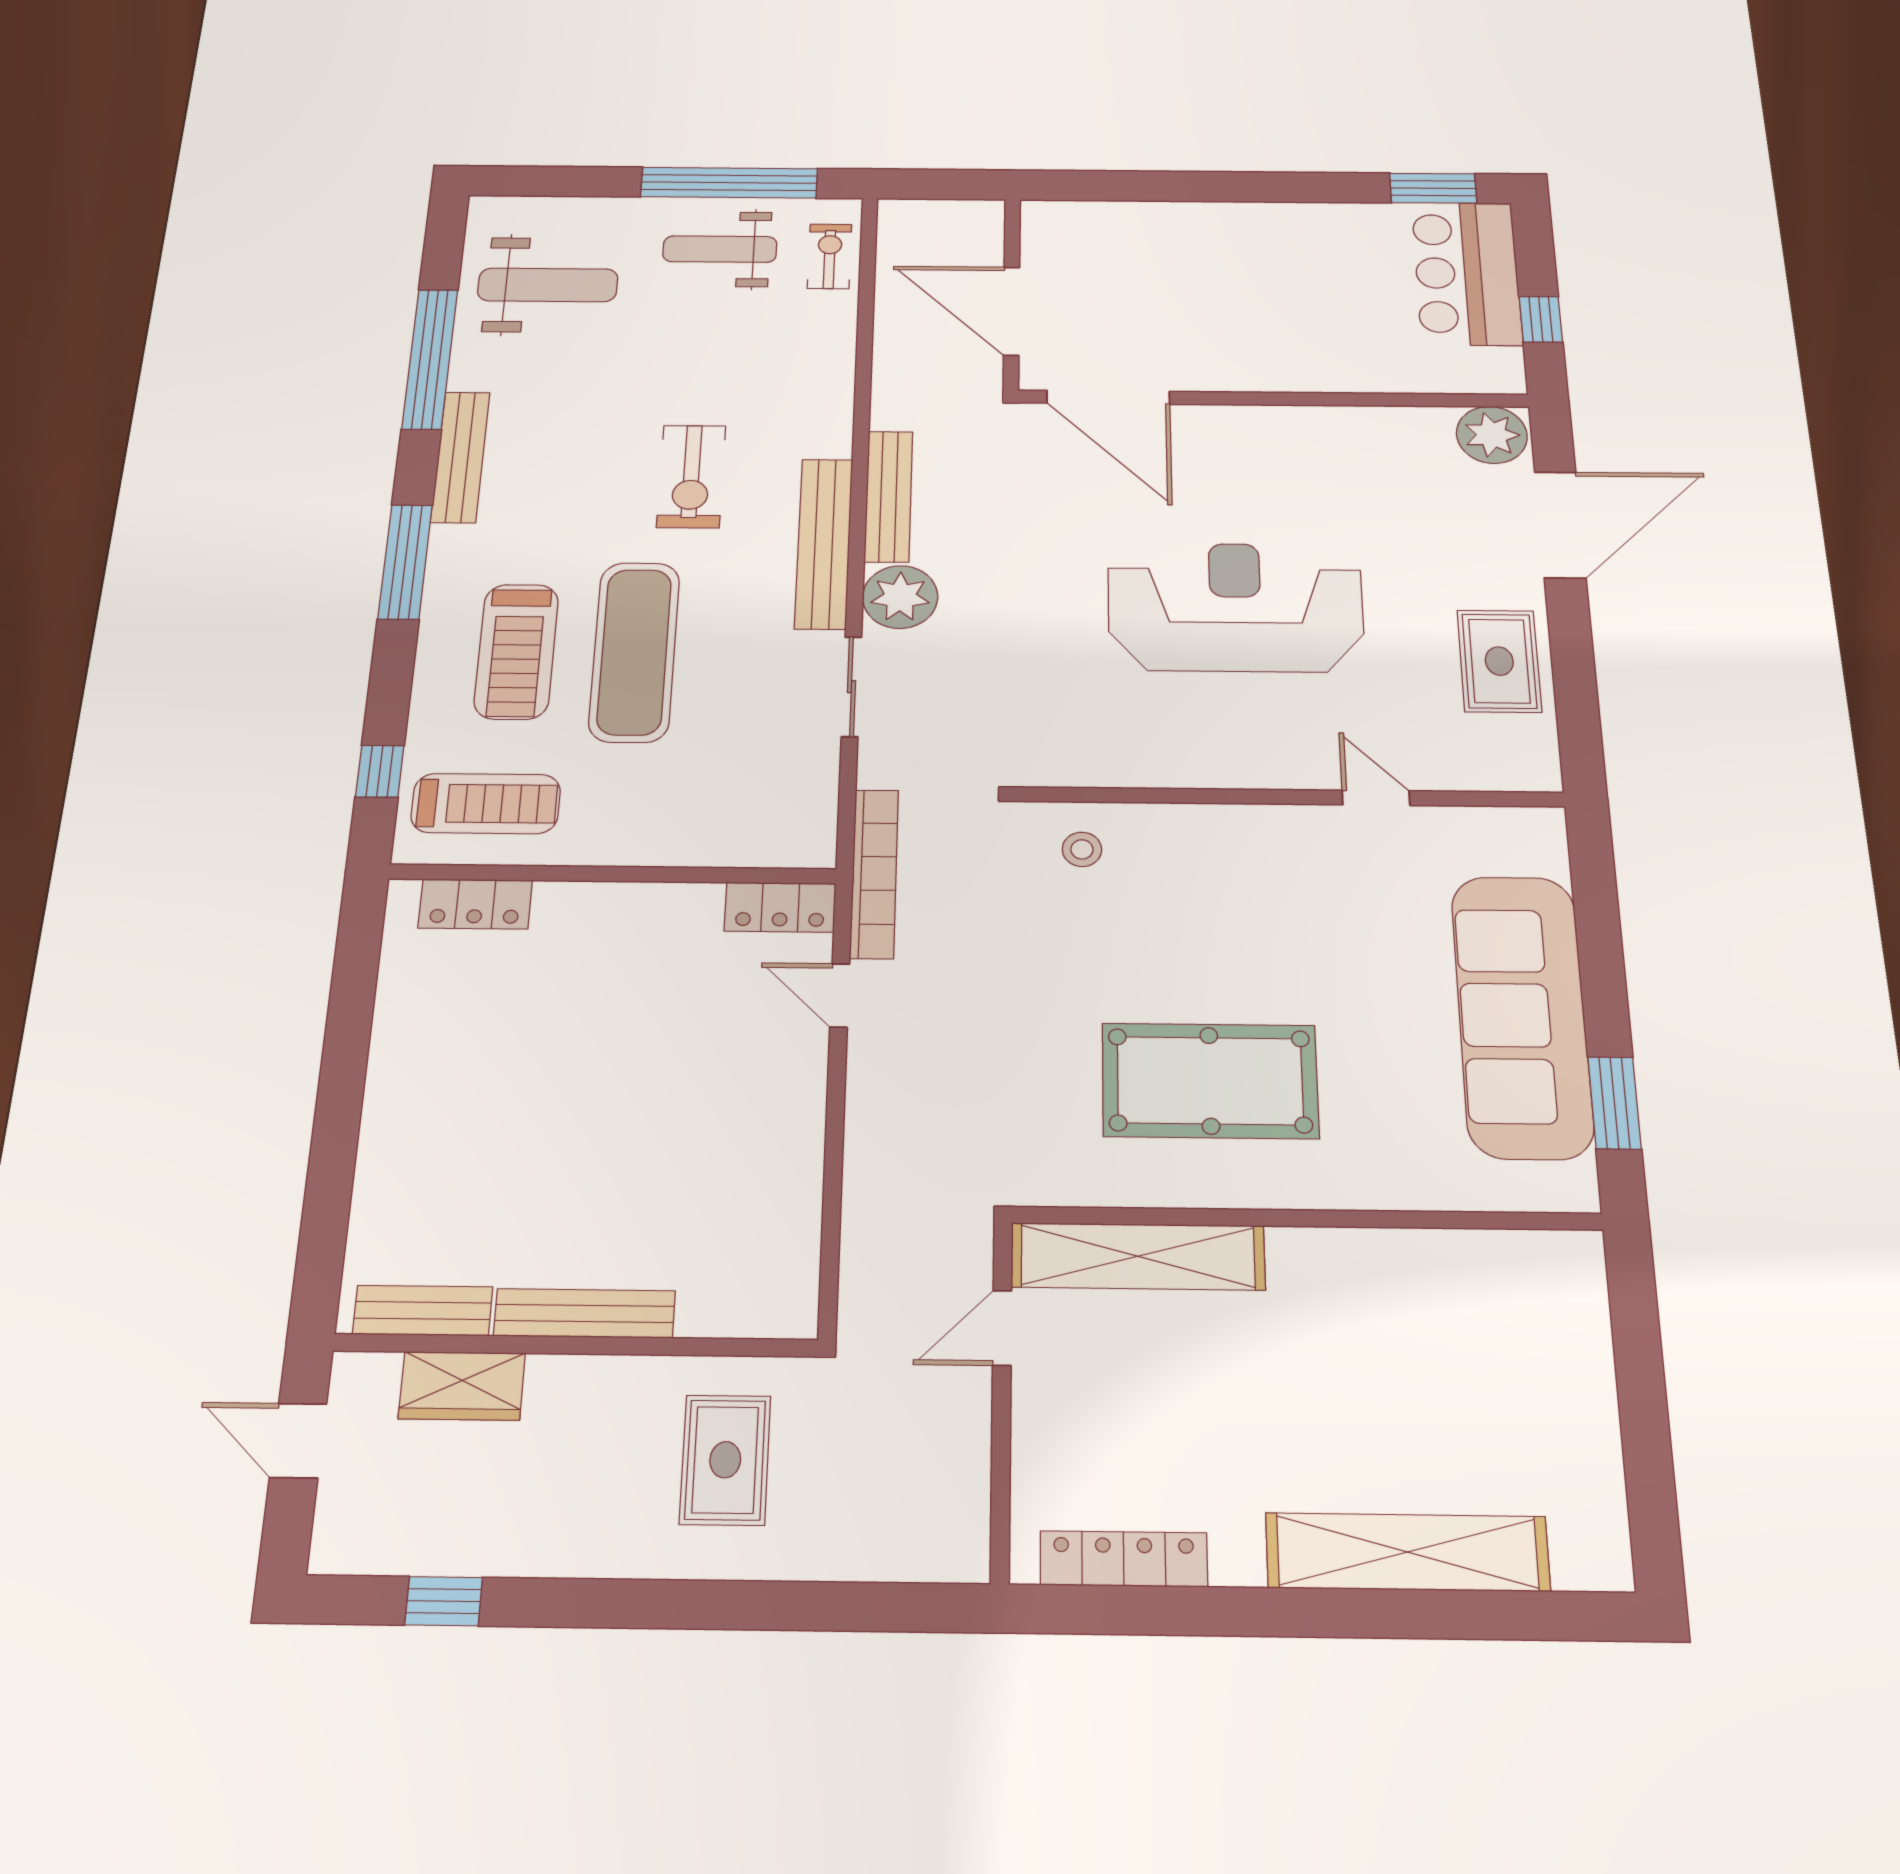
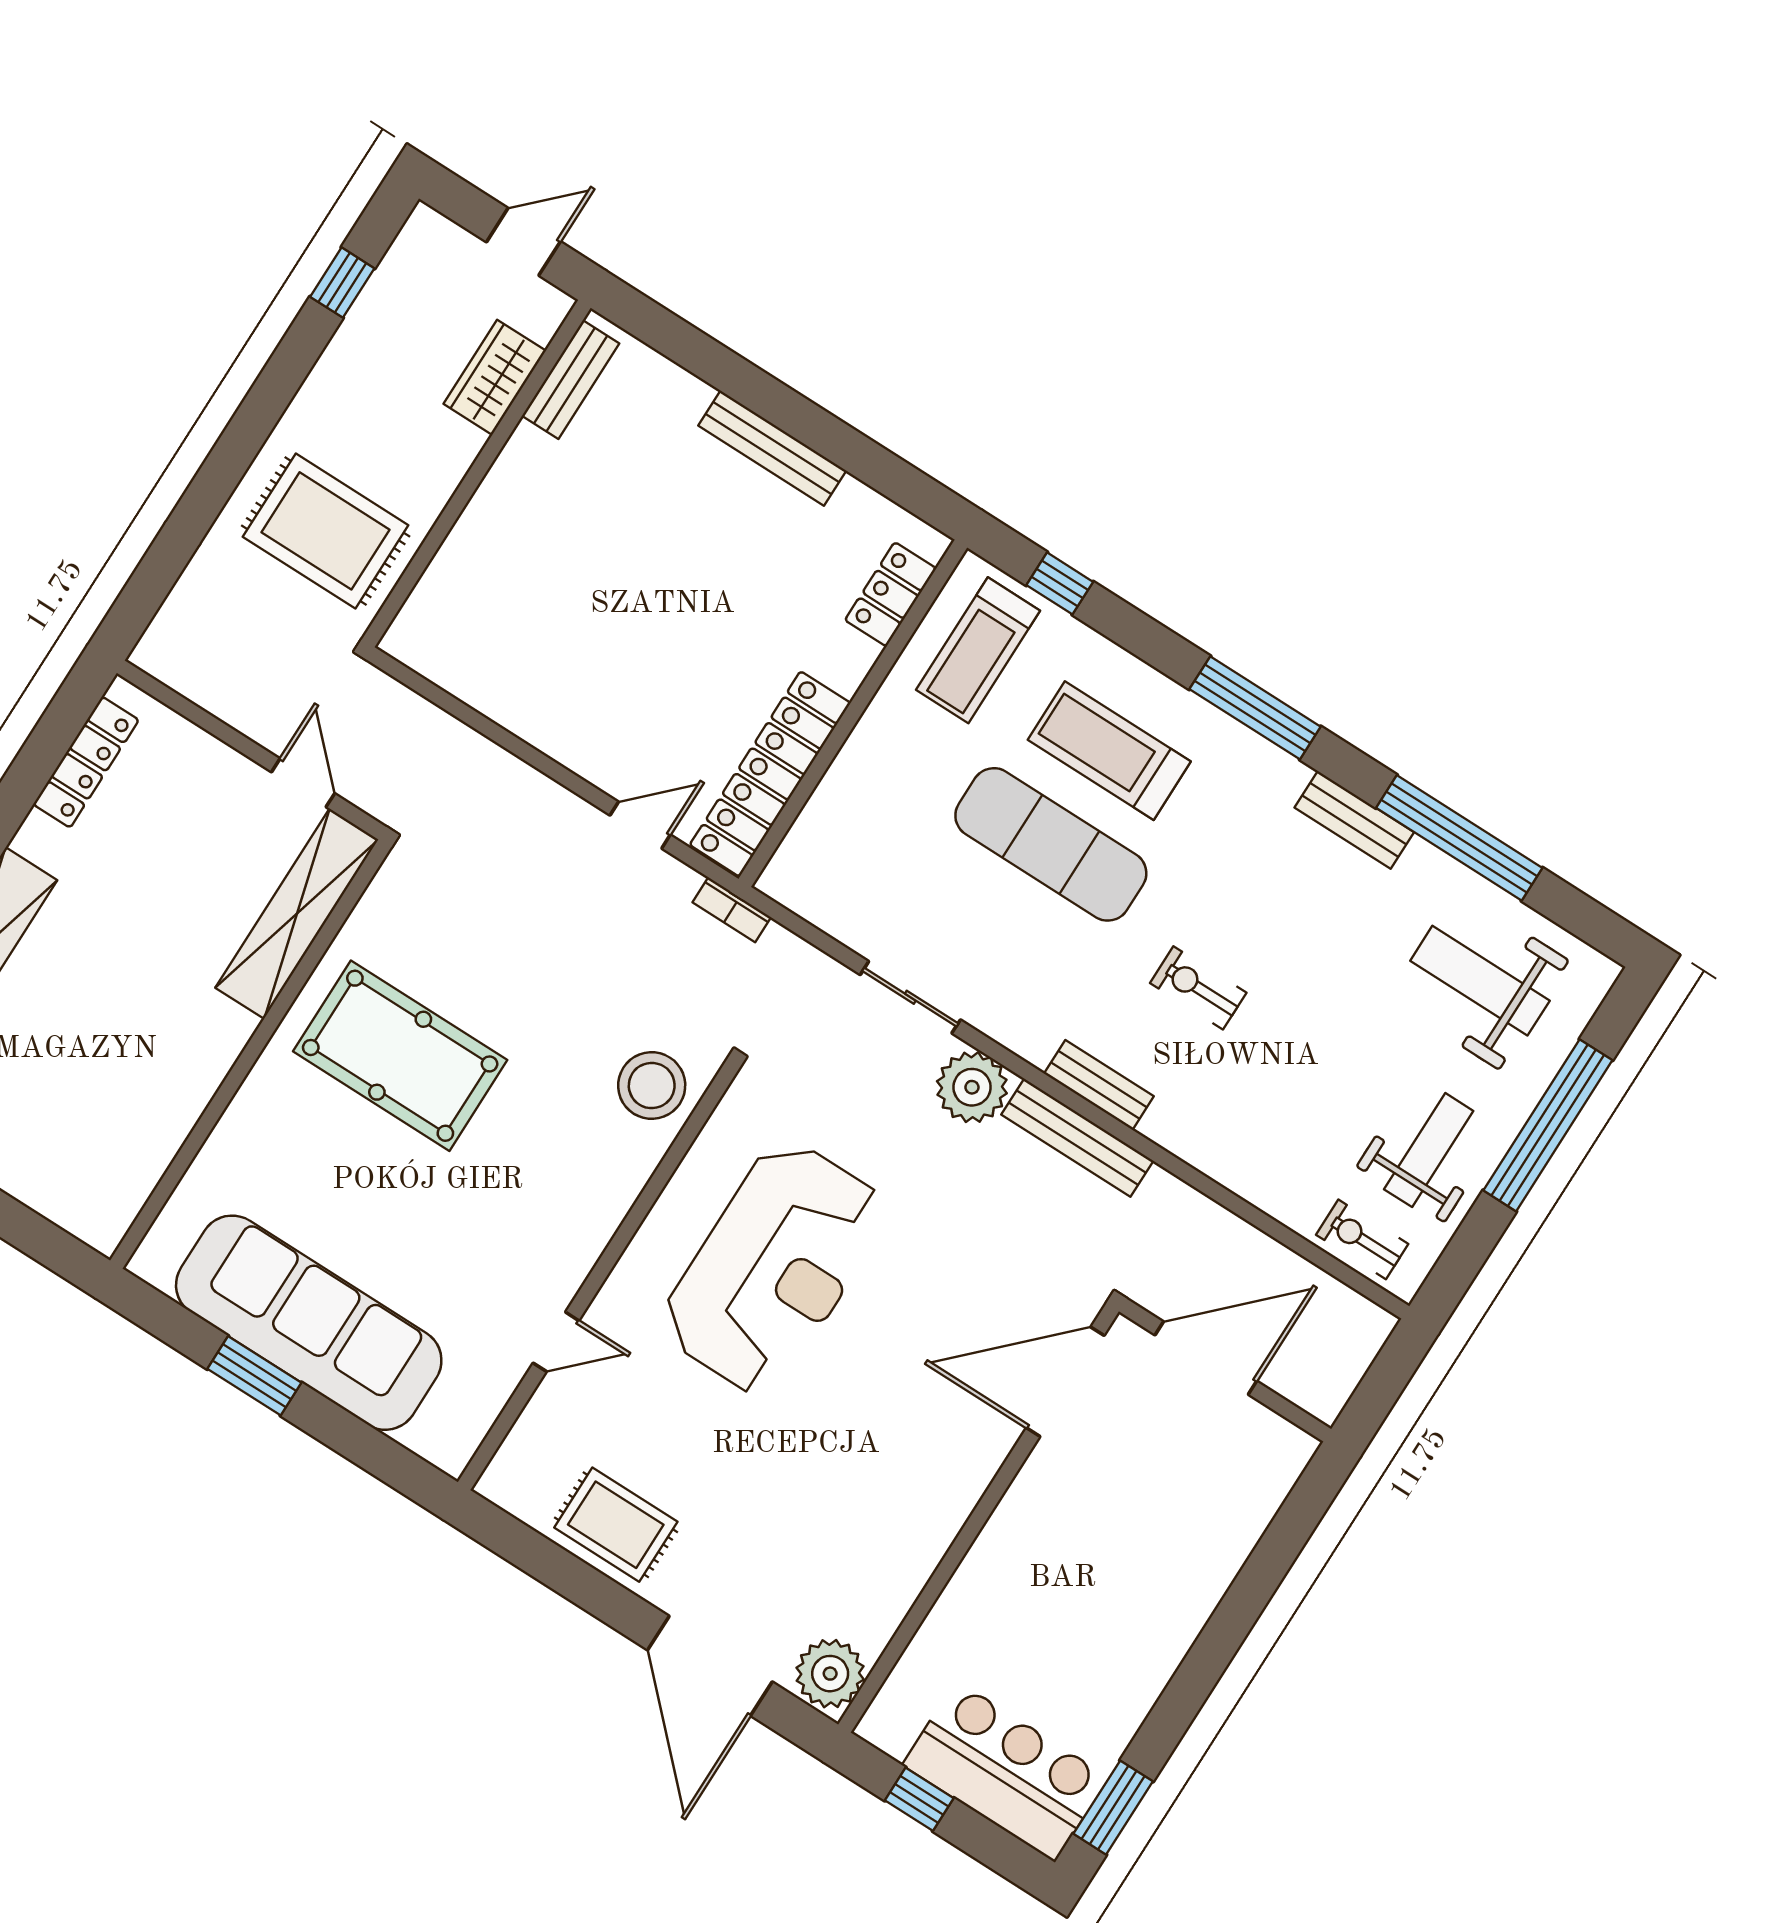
window: (729, 183) -> (1548, 1125), moved
exercise bike: (830, 256) -> (1362, 1239), turned 180
weight bench: (548, 285) -> (1480, 981), turned 90
bench: (460, 457) -> (1354, 820), width x0.73
exercise bike: (691, 476) -> (1198, 988), width x0.73, depth x0.72
bench: (824, 543) -> (1099, 1085), width x0.54, depth x0.82
reception desk: (1235, 607) -> (774, 1268), moved
stool: (1082, 849) -> (652, 1086), width x1.89, depth x1.89
bookcase: (874, 873) -> (732, 910), width x0.43, depth x0.76
locker: (780, 907) -> (770, 774), width x2.16, depth x1.21
pool table: (1210, 1081) -> (400, 1056), turned 90
window: (1614, 1103) -> (254, 1376), moved
bench: (584, 1313) -> (772, 448), moved, turned 90
rug: (725, 1460) -> (326, 531), width x1.36, depth x1.43

